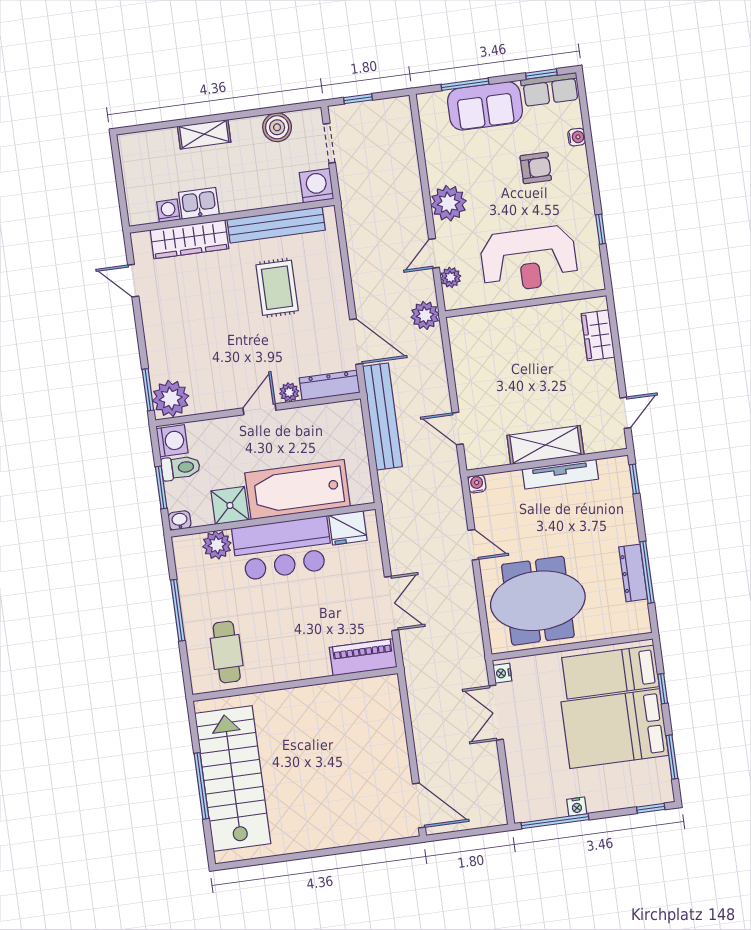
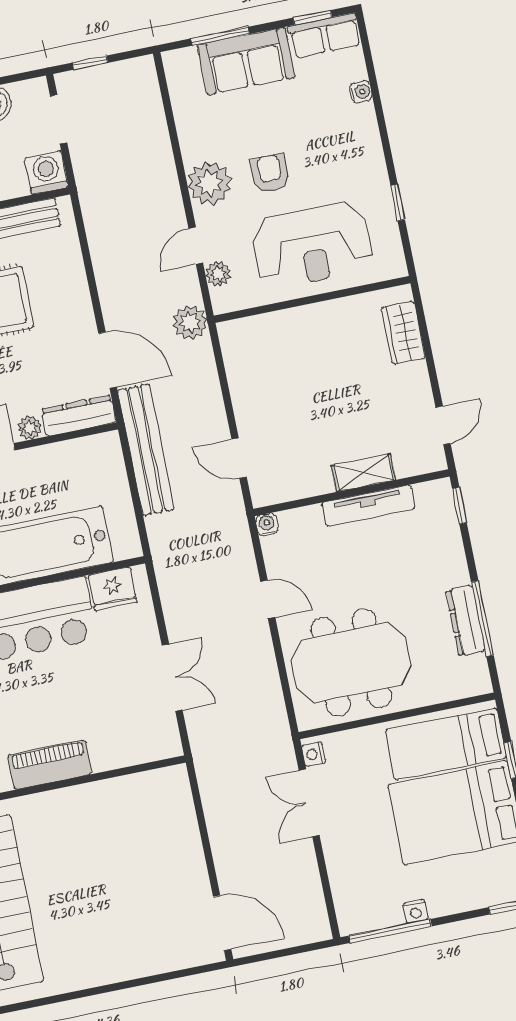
armchair: (536, 168) -> (270, 173), moved, turned -90
shelving: (545, 445) -> (363, 473), width x0.67, depth x0.75
piano: (363, 657) -> (50, 765), moved

